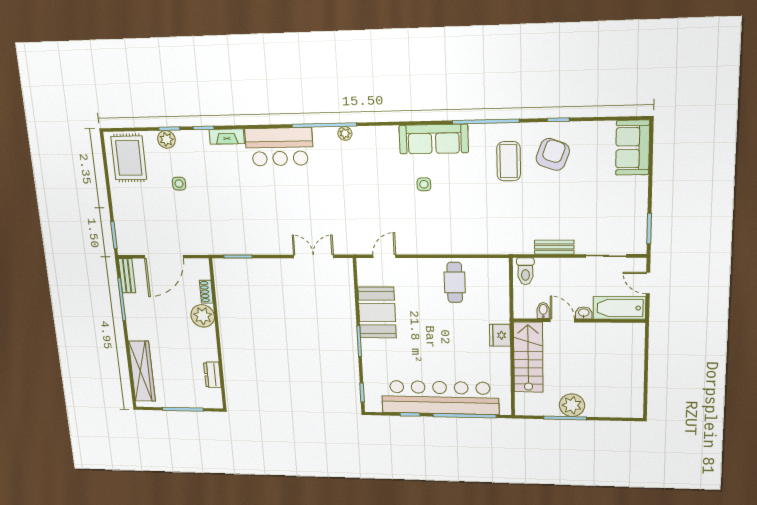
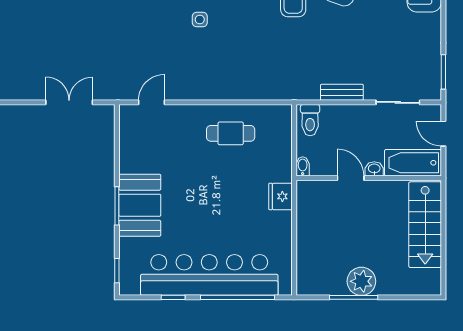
cafe table: (455, 282) -> (231, 133), turned 90
bidet: (543, 311) -> (303, 166), moved
booth: (377, 313) -> (140, 205), moved
stairs: (528, 357) -> (425, 225), moved, turned 180

